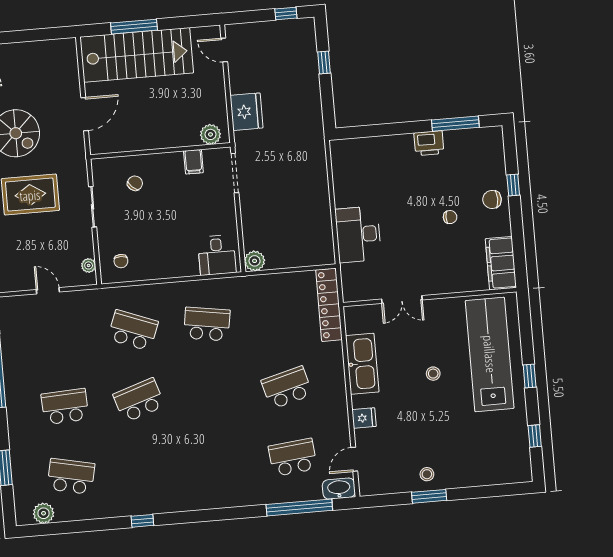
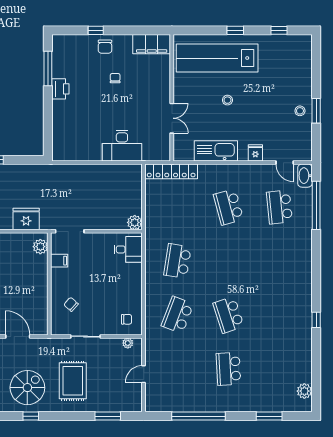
school desk: (71, 476) -> (279, 369), removed

